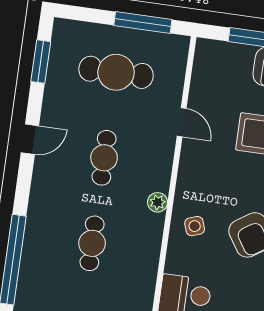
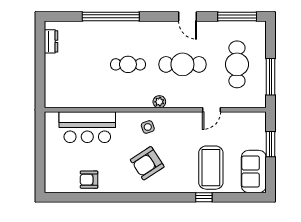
window: (41, 62) -> (237, 16), width x1.44
cafe table: (104, 158) -> (182, 64), width x1.37, depth x1.35

